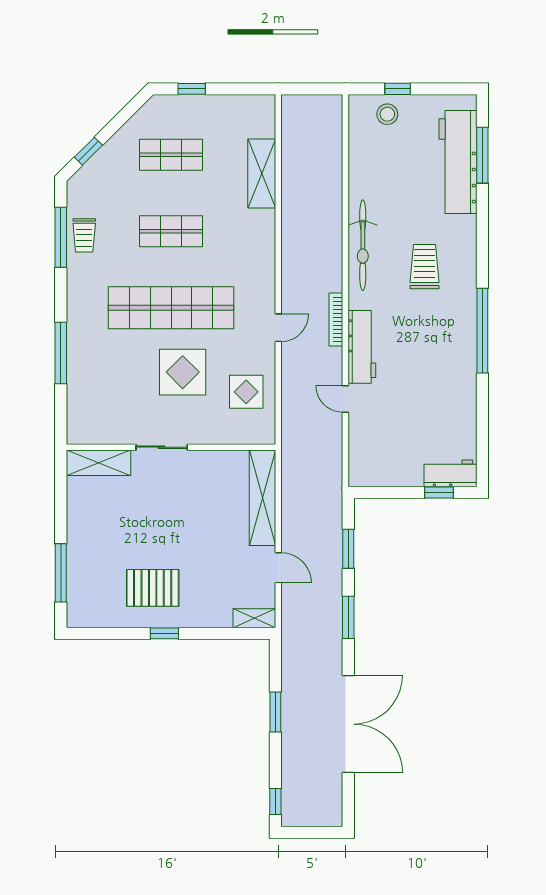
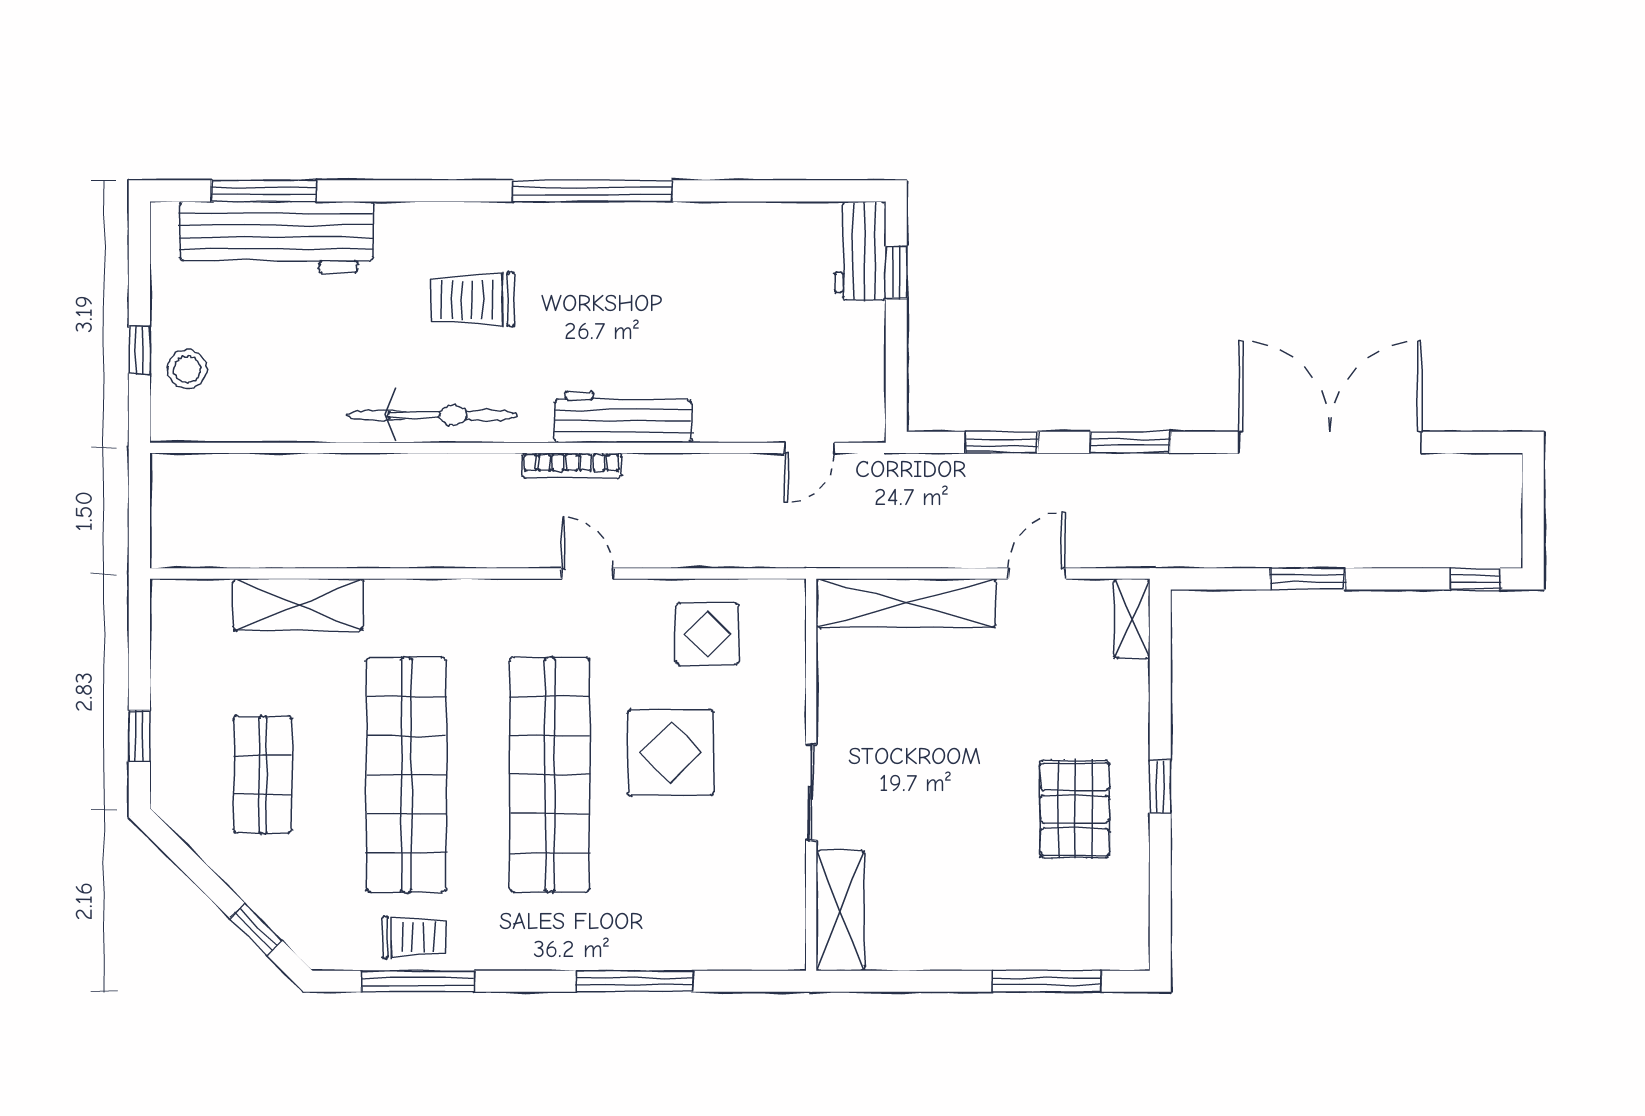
shop shelf: (171, 231) -> (406, 775), width x2.00, depth x1.36
door: (345, 399) -> (810, 448), moved

